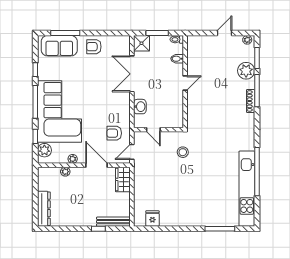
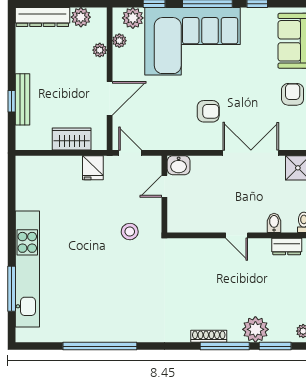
dresser: (192, 51) -> (287, 246), added
washbasin: (140, 107) -> (179, 165), moved
armchair: (114, 133) -> (208, 111), moved, turned 90
plant: (73, 159) -> (119, 41), moved
wardrobe: (123, 179) -> (72, 139), moved
plant: (44, 184) -> (81, 17), added
kitchen unit: (247, 189) -> (27, 269), moved, turned 90
fridge: (152, 218) -> (93, 168), moved, turned 90
bench: (113, 222) -> (22, 99), moved

